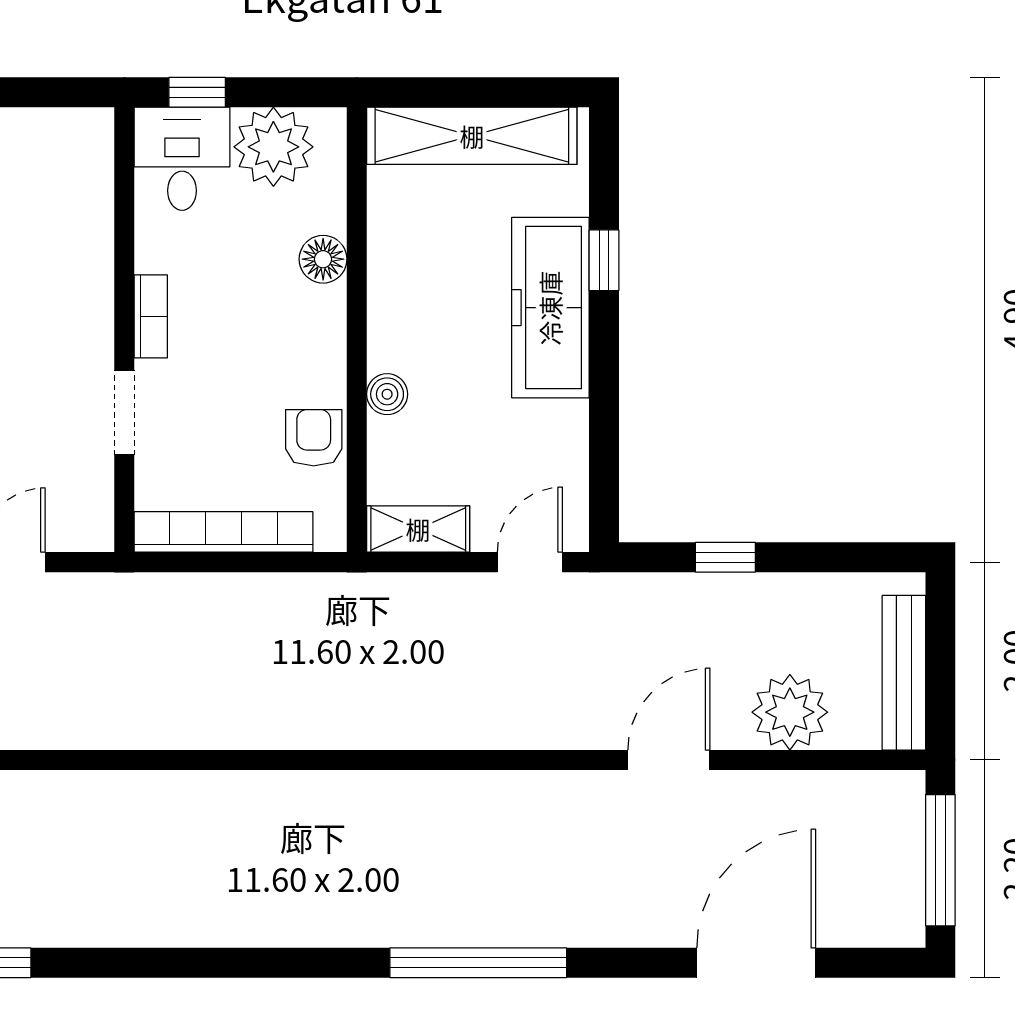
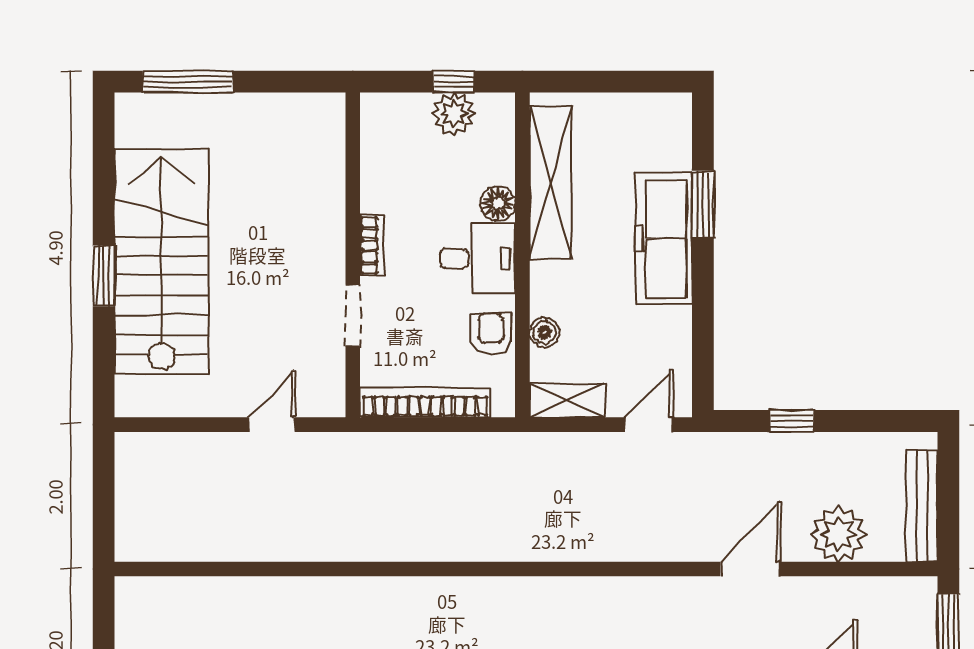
window: (197, 92) -> (454, 82), moved
shelving: (472, 136) -> (551, 183), moved, turned 90
plant: (273, 147) -> (454, 114), width x0.73, depth x0.73
desk: (182, 159) -> (478, 259), moved, turned 90
window: (604, 260) -> (703, 204), width x1.50
boiler: (387, 394) -> (545, 332), moved

